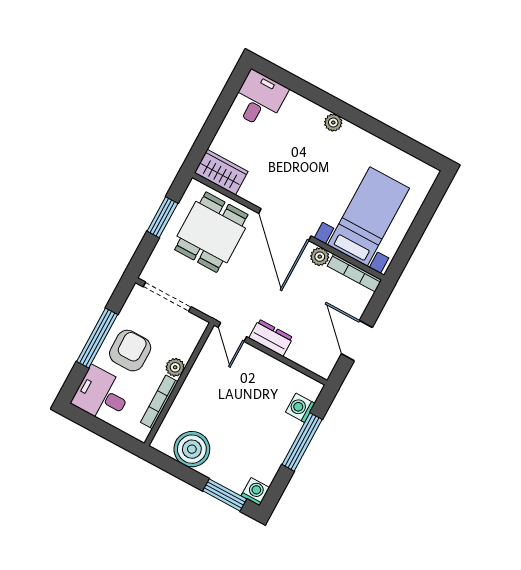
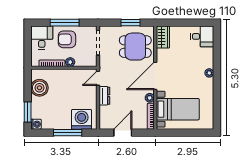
armchair: (130, 351) -> (67, 39), turned 180
washing machine: (300, 408) -> (82, 119), width x1.89, depth x1.89

